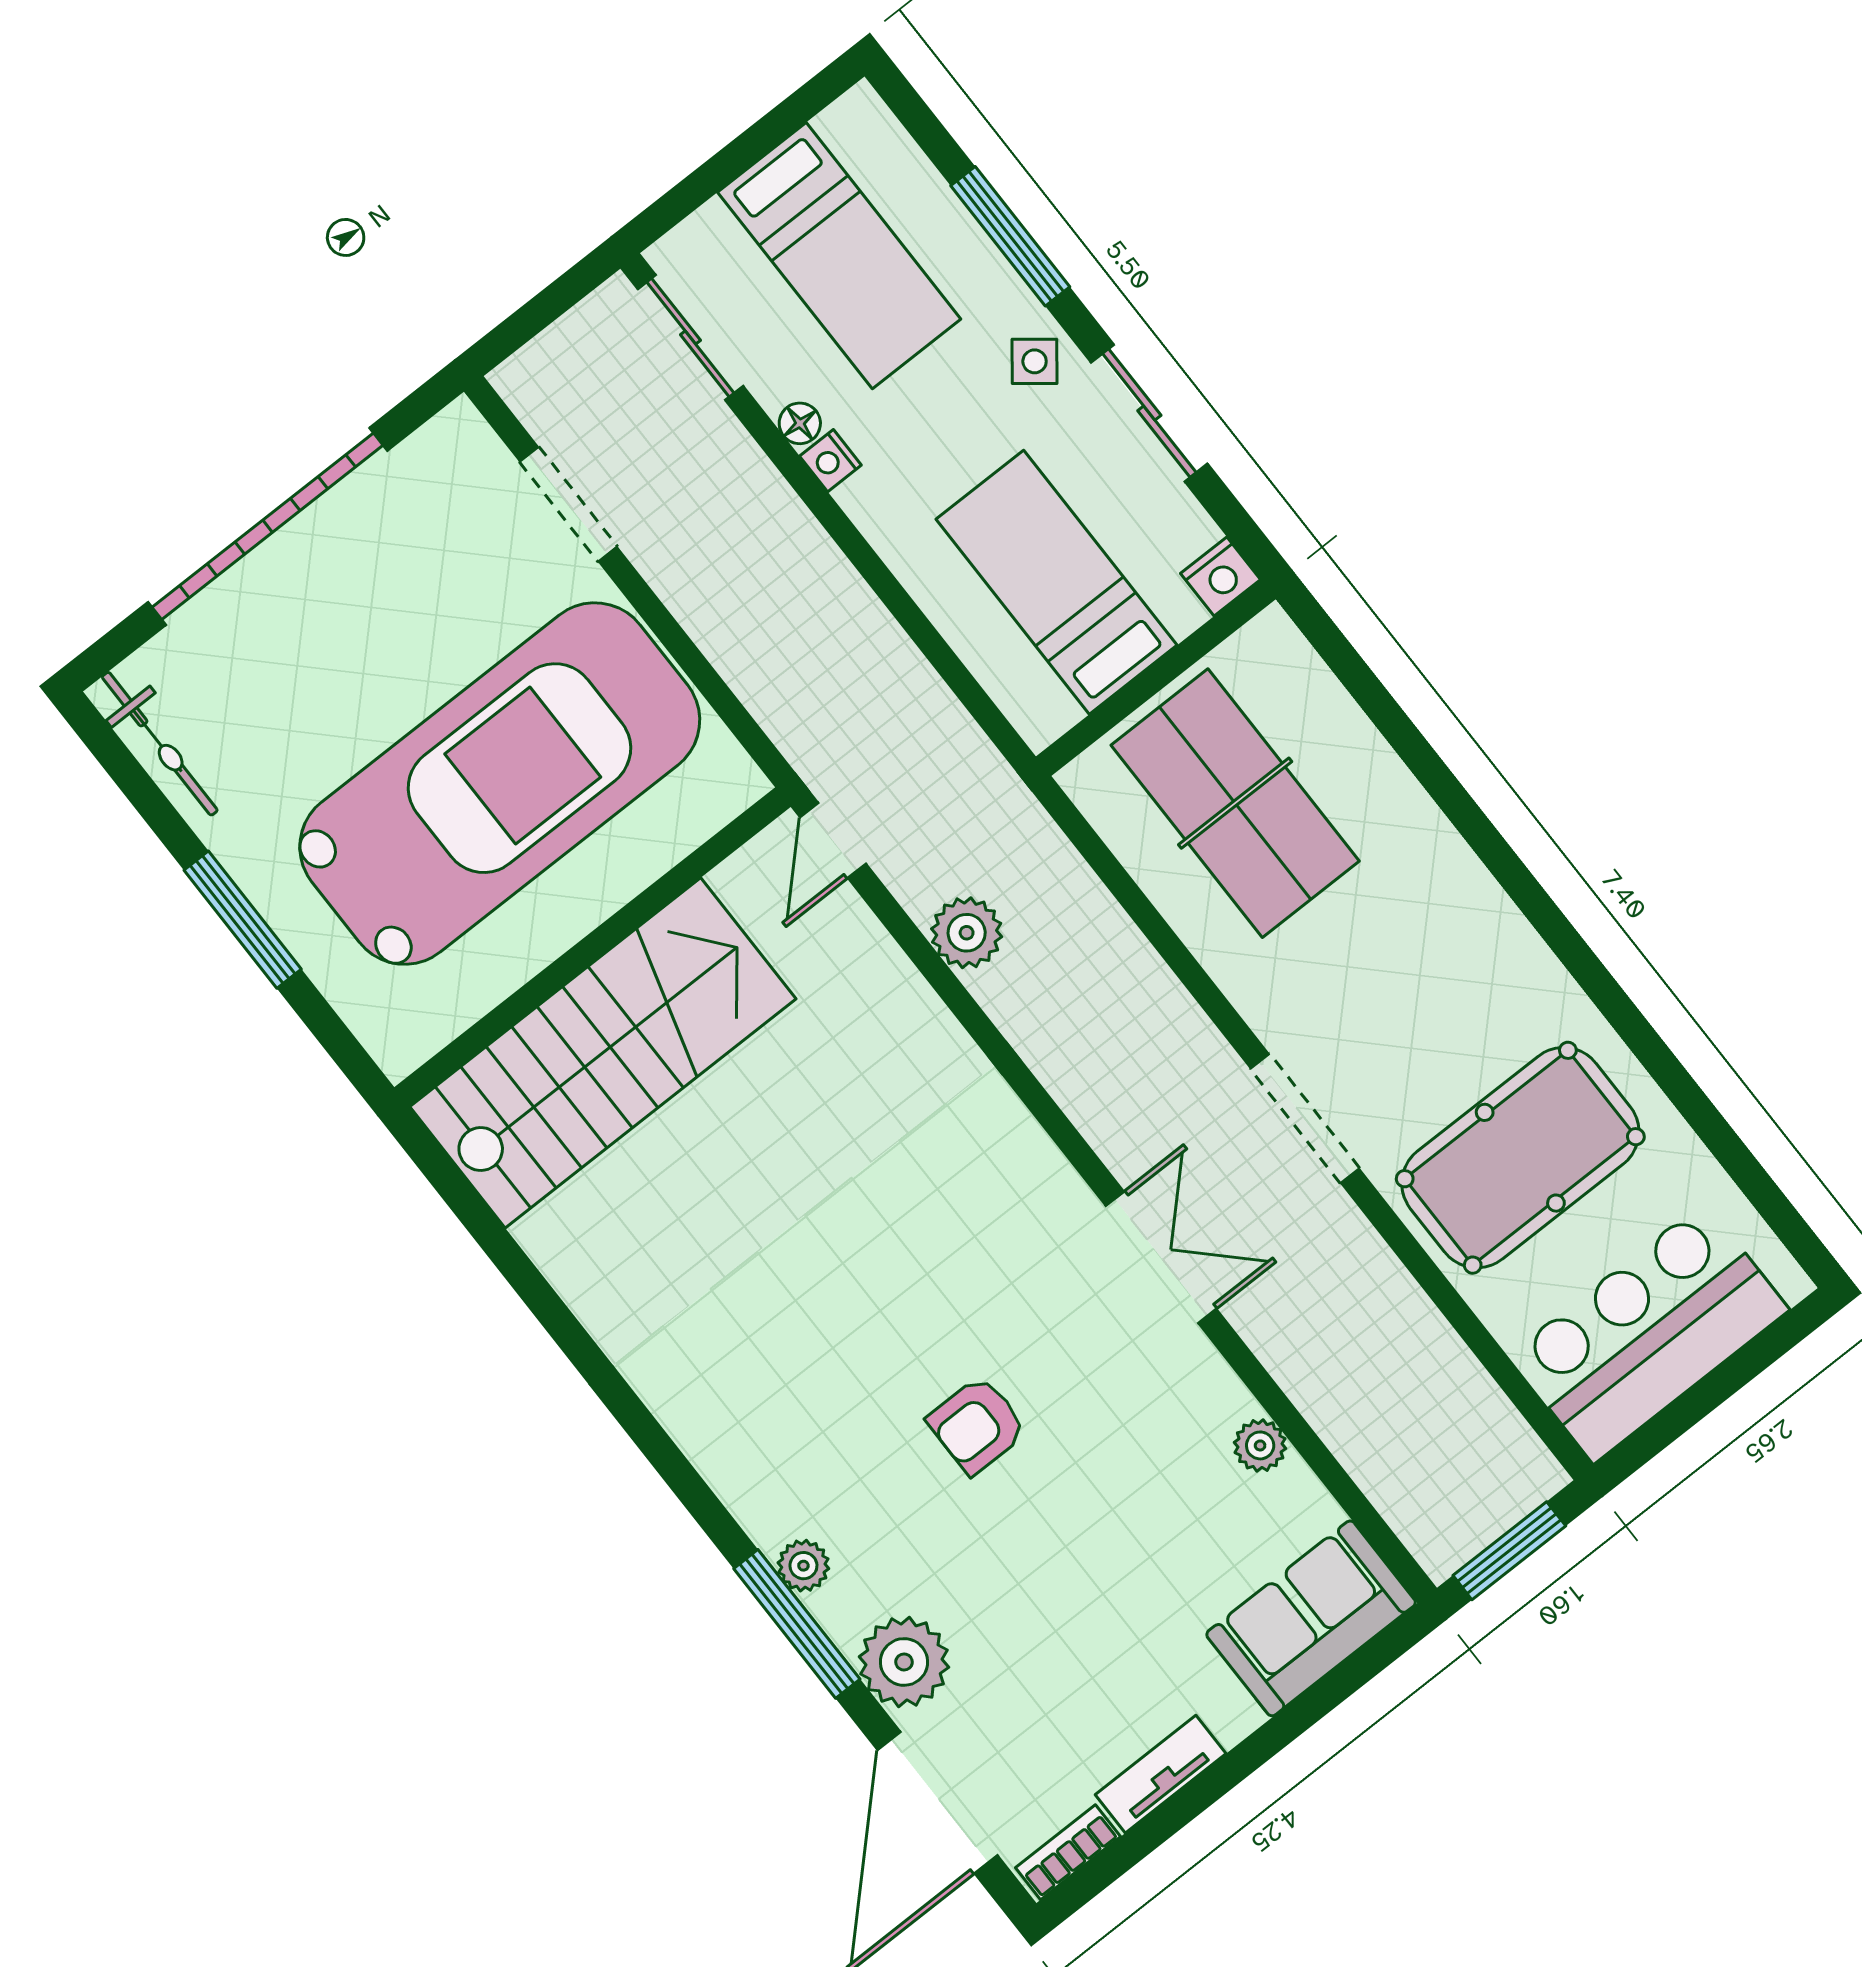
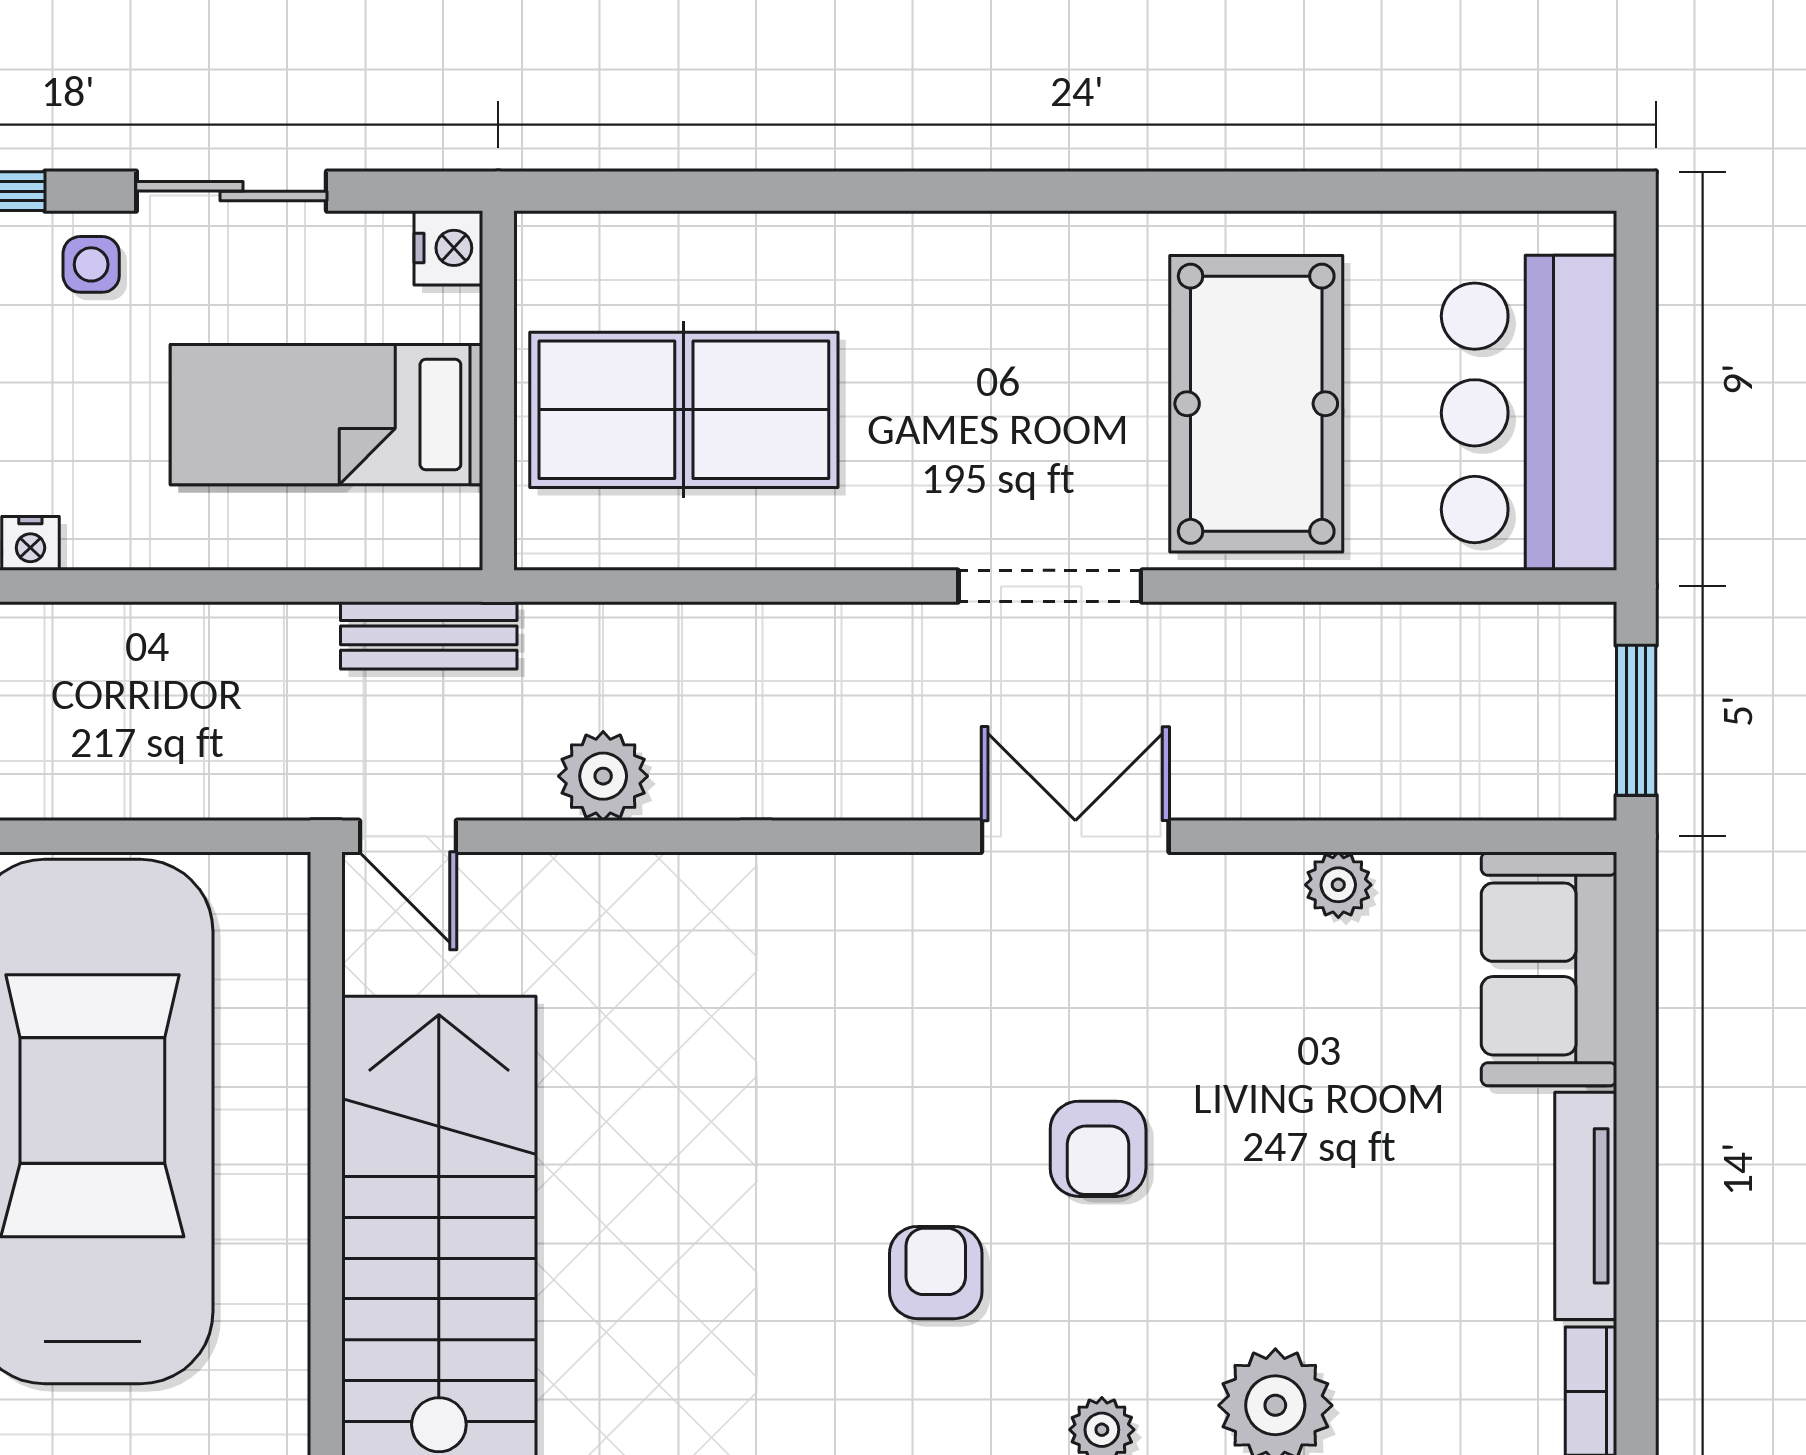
side table: (1035, 361) -> (91, 264), turned -38
bench: (969, 755) -> (429, 635), added
armchair: (820, 1385) -> (936, 1273), added
tv unit: (1161, 1774) -> (1586, 1206), width x1.41

